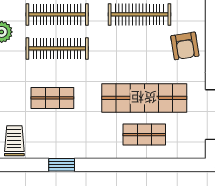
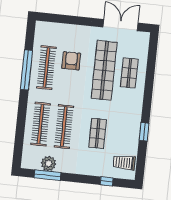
armchair: (185, 46) -> (71, 61), moved, turned -81

